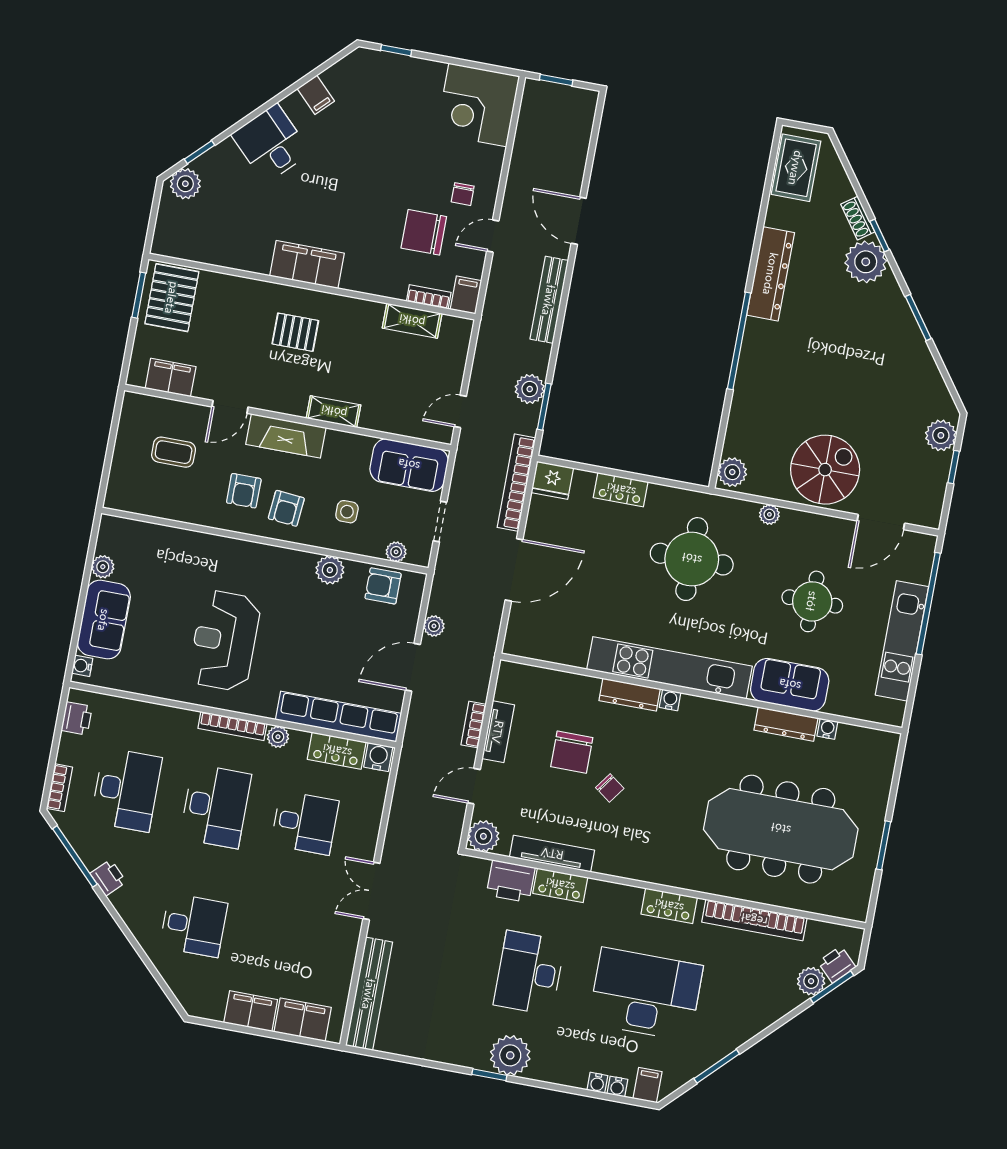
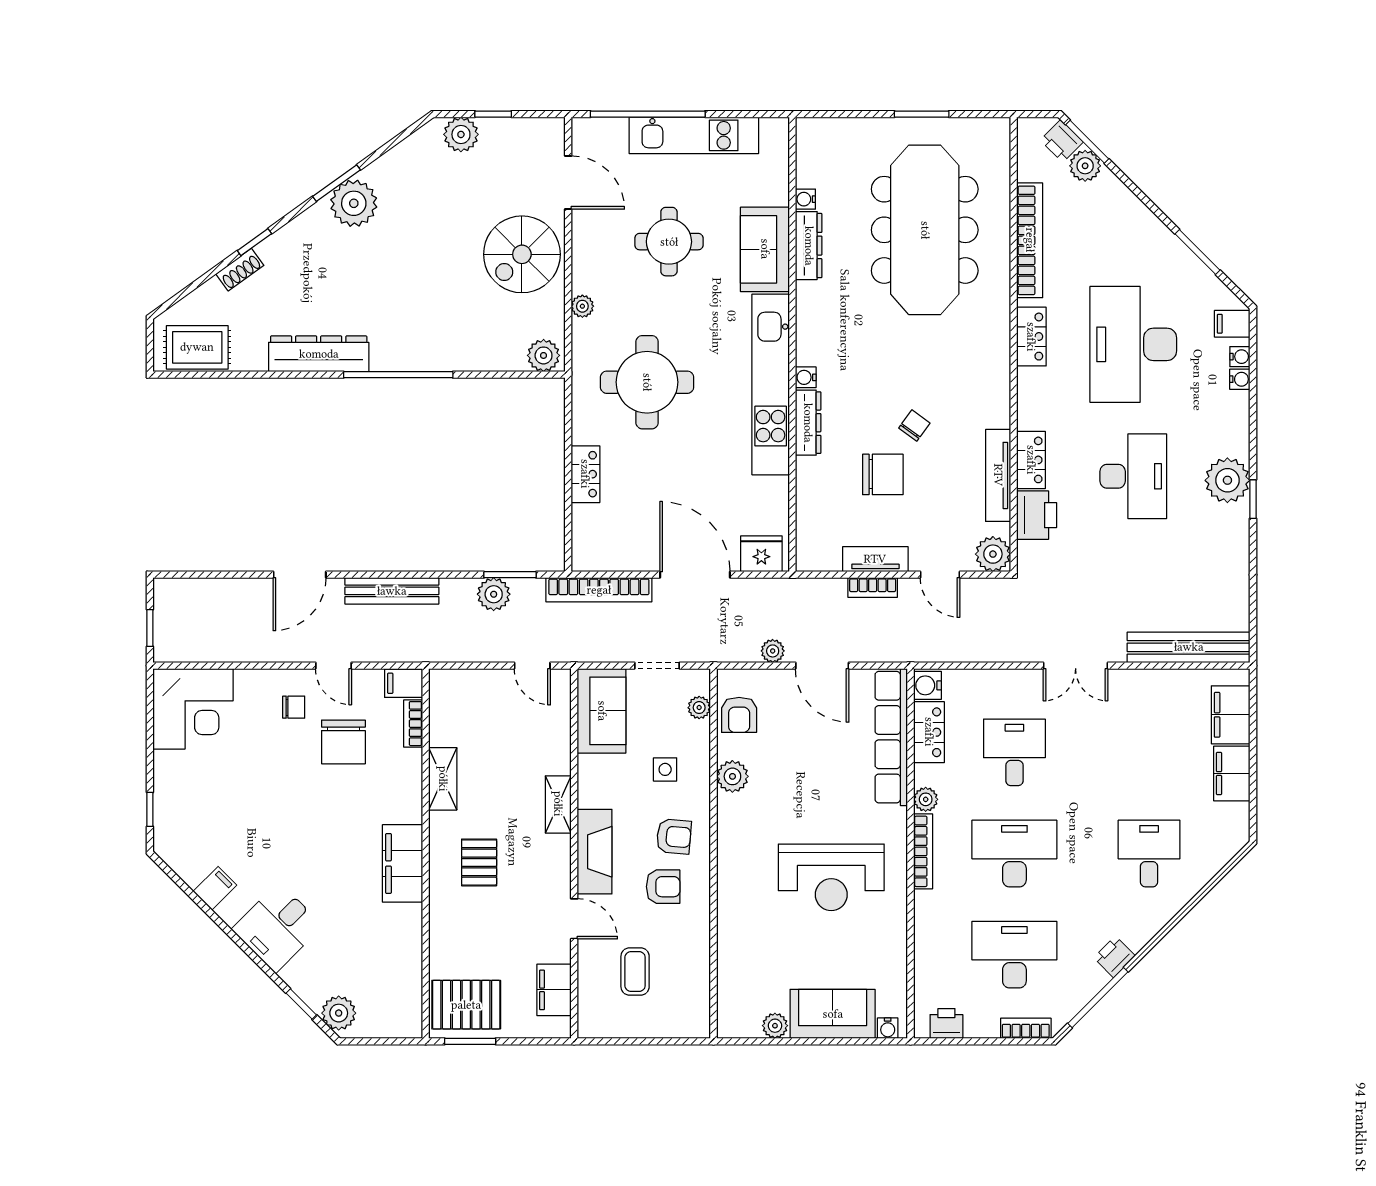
plant: (866, 262) -> (354, 203), moved
shelving: (412, 321) -> (443, 779), moved
spiral stairs: (825, 470) -> (522, 254), turned -90
fridge: (552, 480) -> (761, 554), moved, turned -90
desk: (529, 973) -> (1133, 476), turned -90

